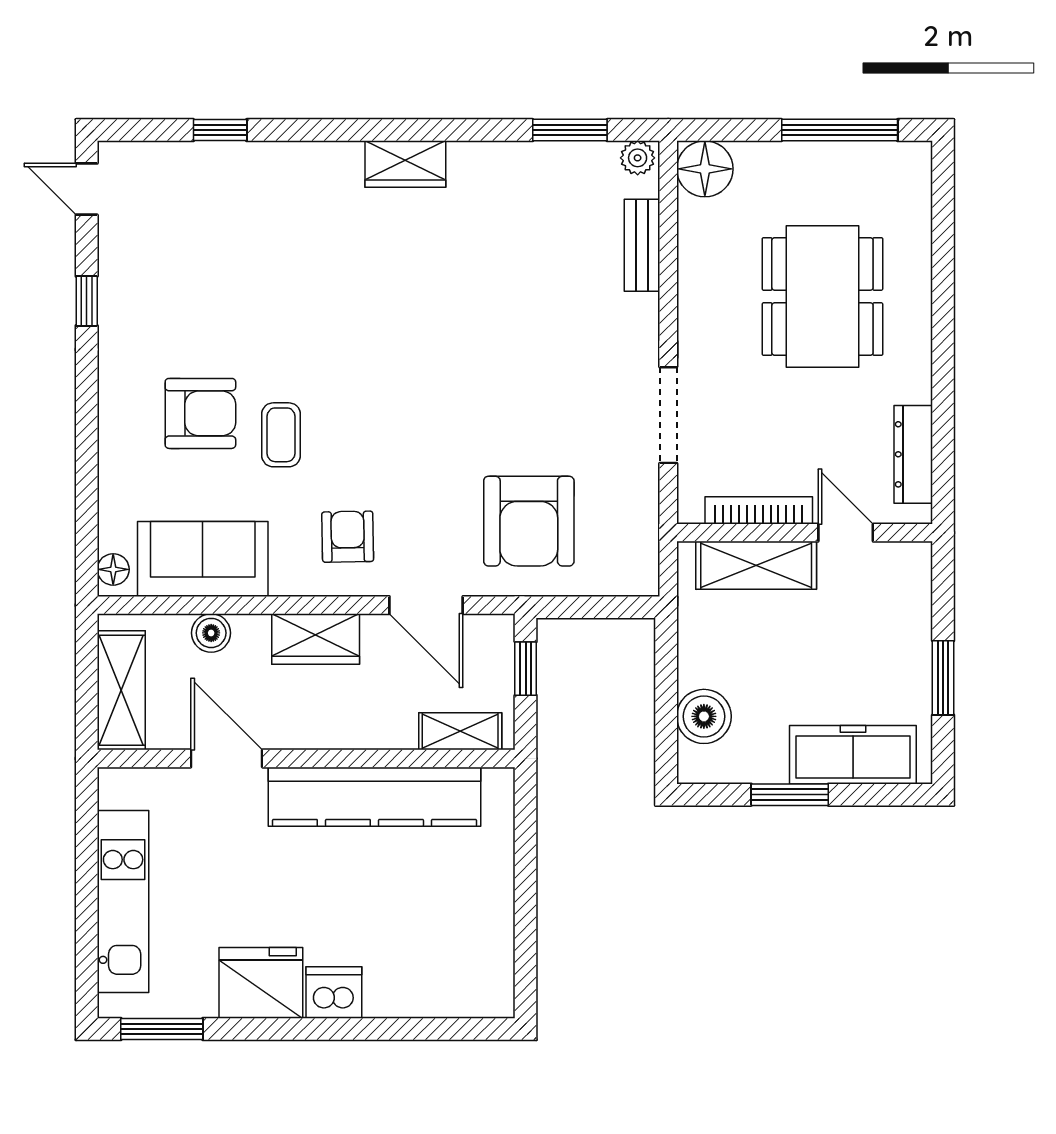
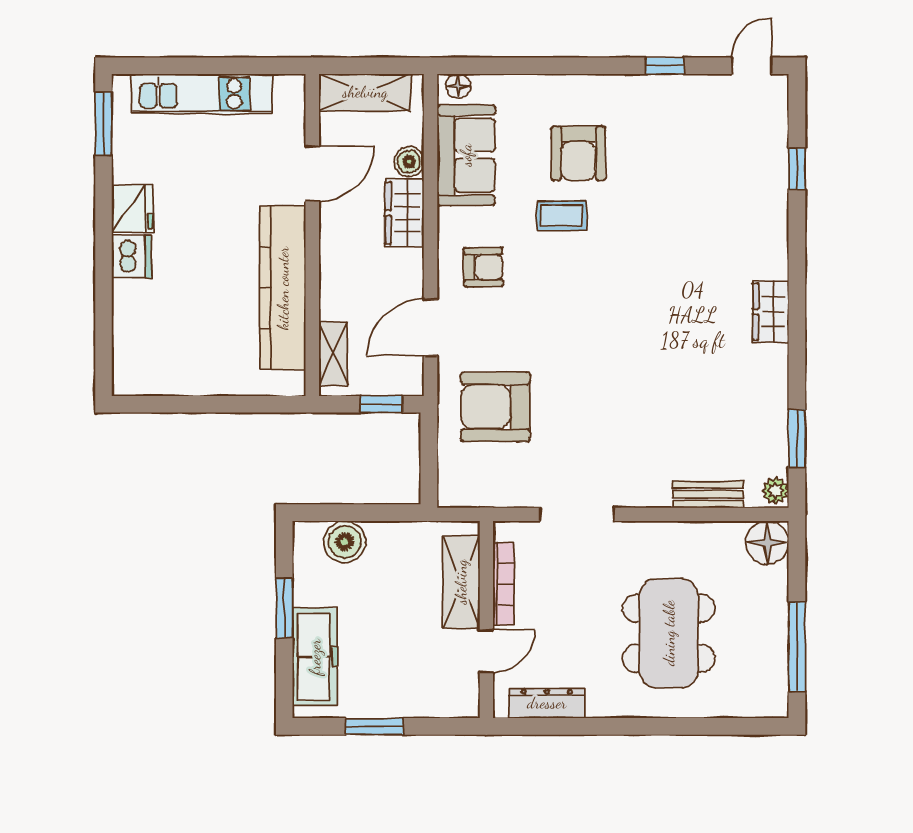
dining table: (822, 296) -> (669, 633), turned 90
wardrobe: (316, 639) -> (404, 213), moved
fridge: (261, 983) -> (132, 209), width x0.73, depth x0.75

